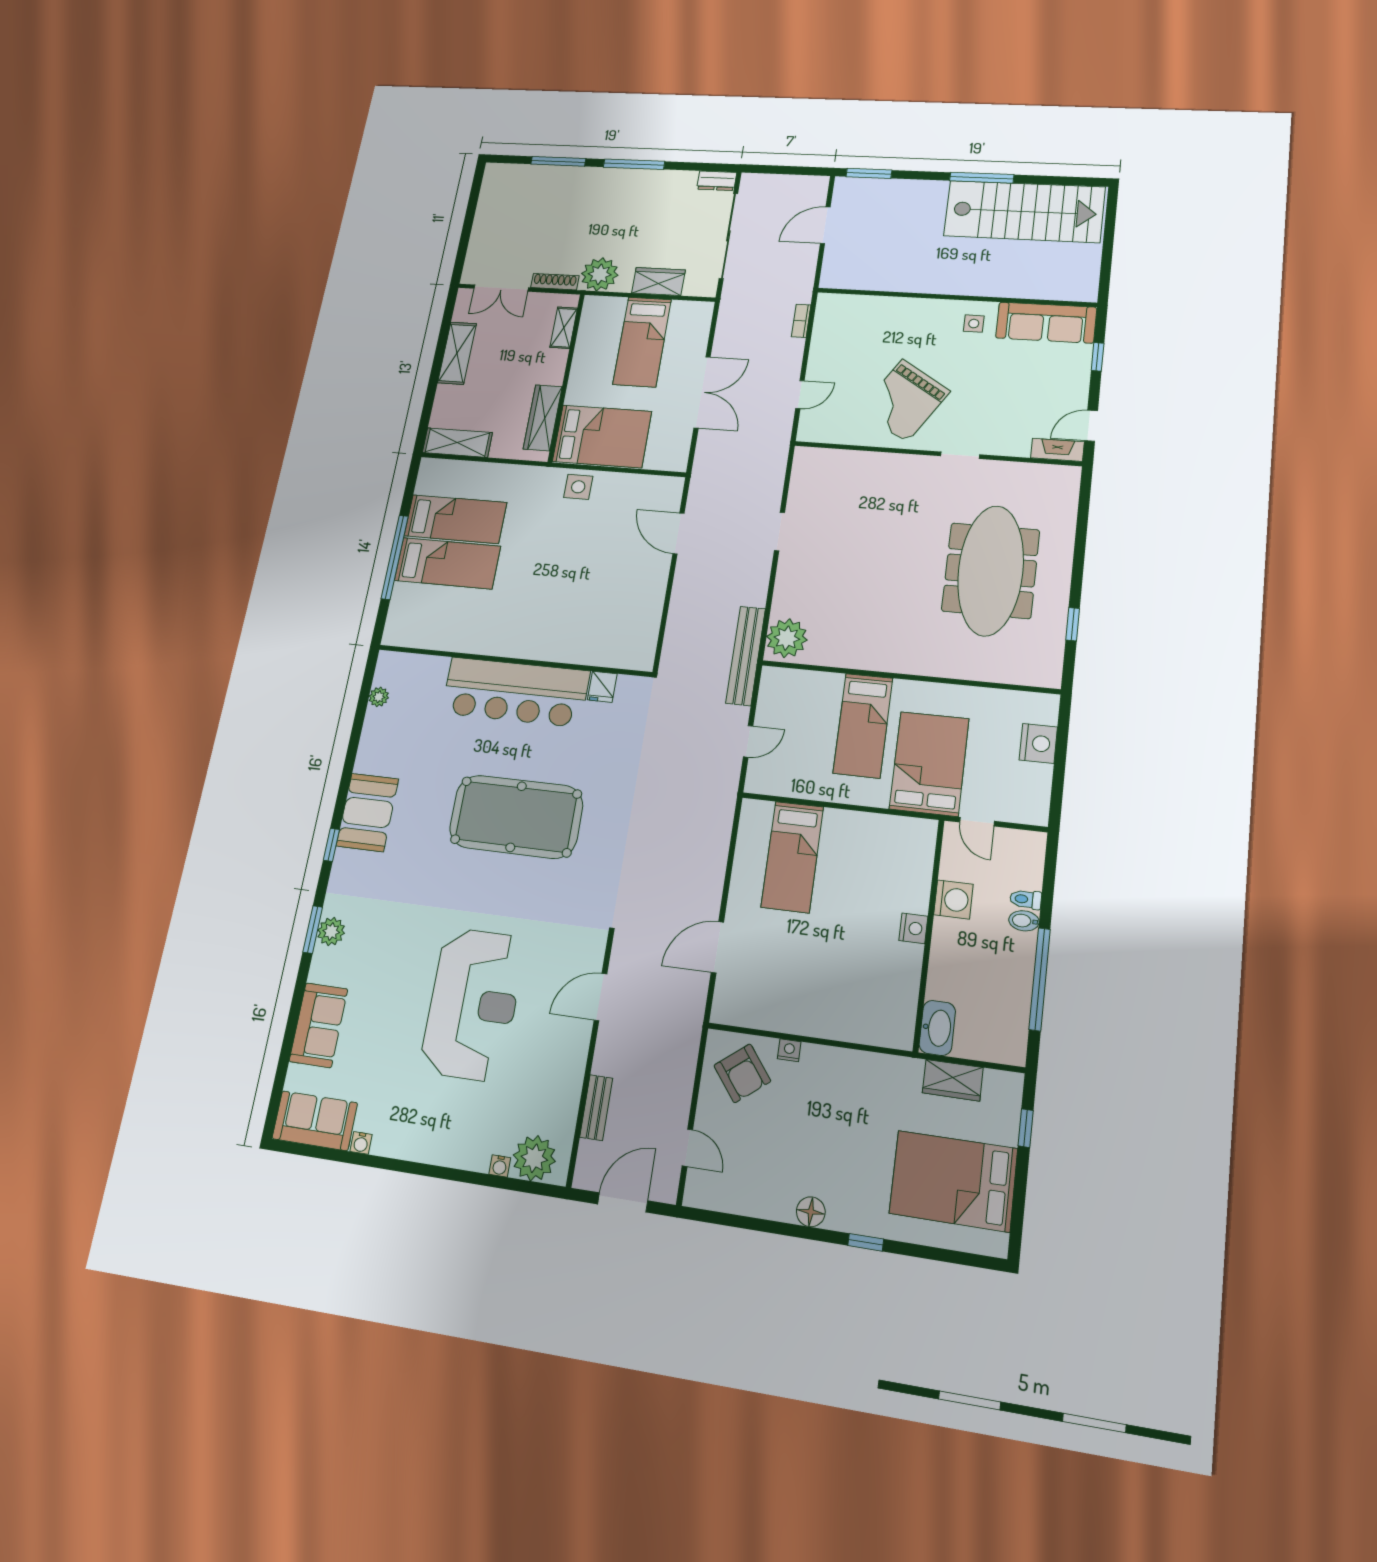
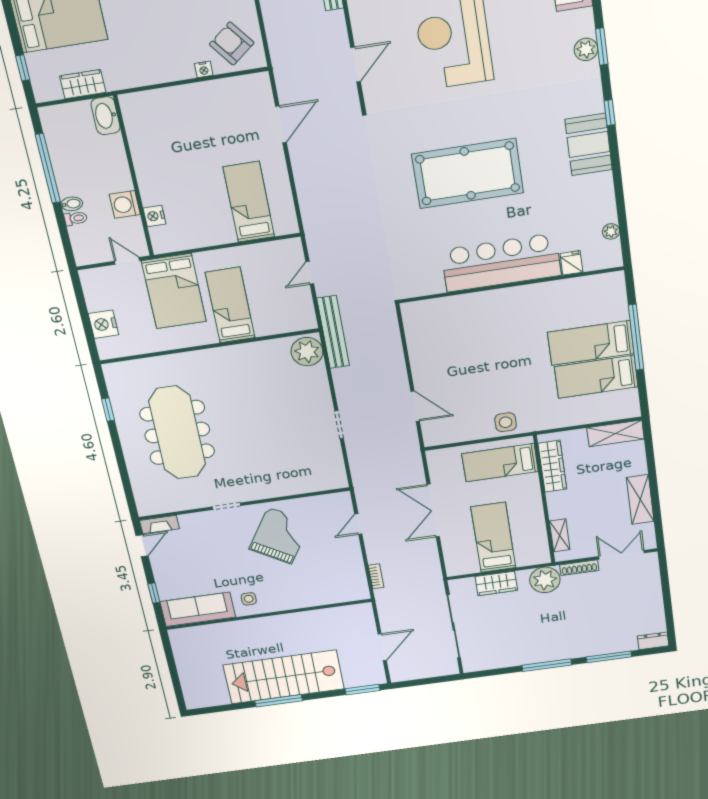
dresser: (717, 181) -> (653, 641), moved
stairs: (1024, 211) -> (284, 677), moved
bed: (602, 436) -> (500, 463), width x0.67
fridge: (602, 687) -> (571, 263), moved
nightstand: (913, 928) -> (154, 216), moved

